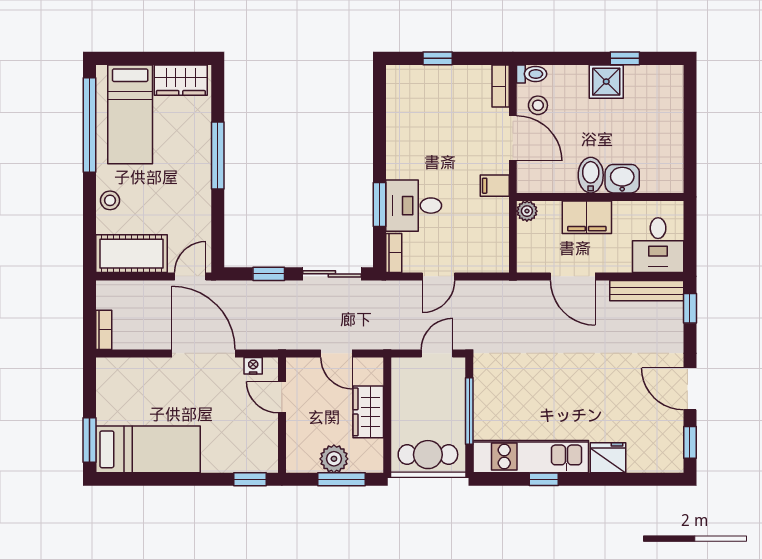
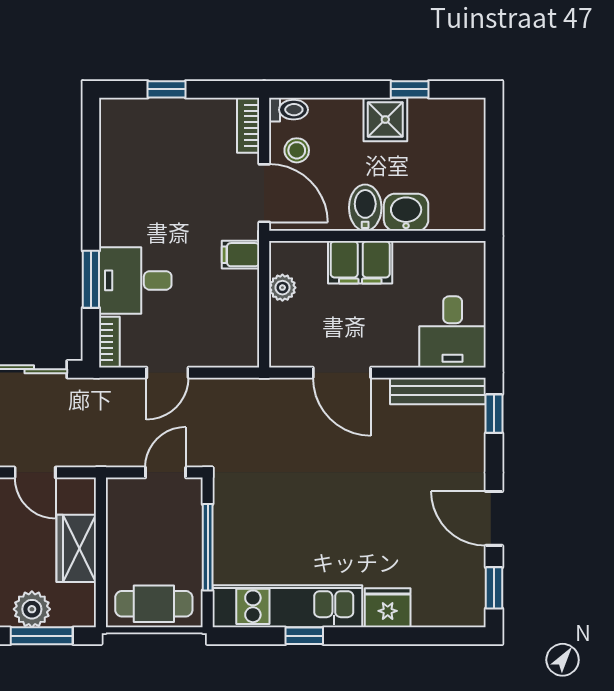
bidet: (591, 175) -> (365, 208), moved
washbasin: (622, 179) -> (406, 212), moved
wall: (600, 197) -> (377, 236), moved
filing cabinet: (587, 217) -> (360, 262), moved

